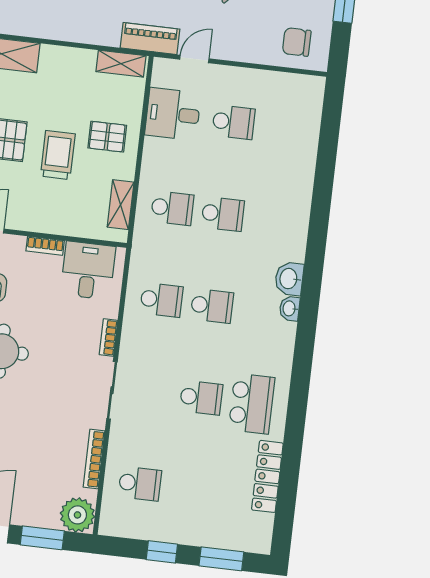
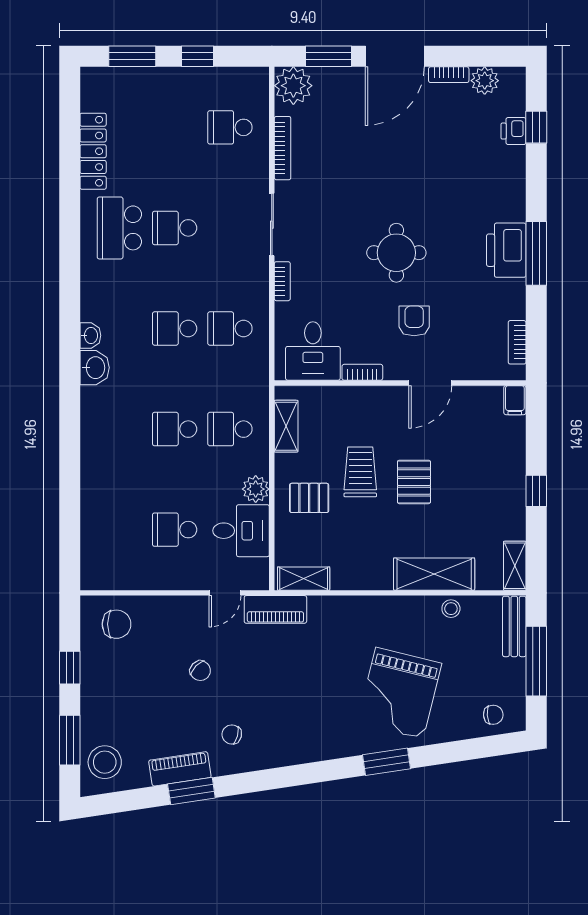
plant: (155, 151) -> (256, 489), added
trolley: (58, 155) -> (360, 472), turned 180

